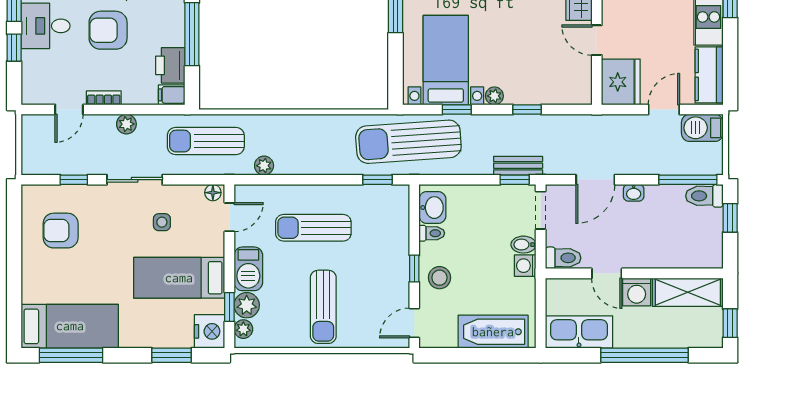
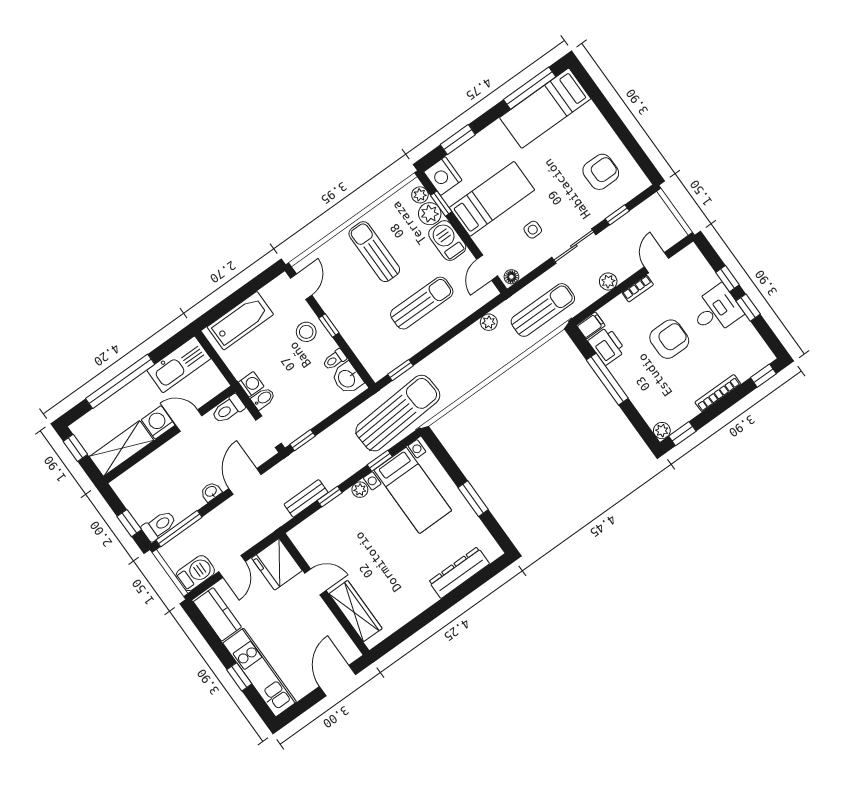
bench: (518, 166) -> (306, 498), moved

